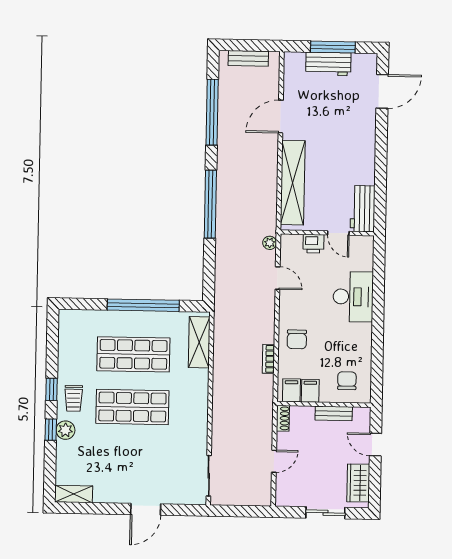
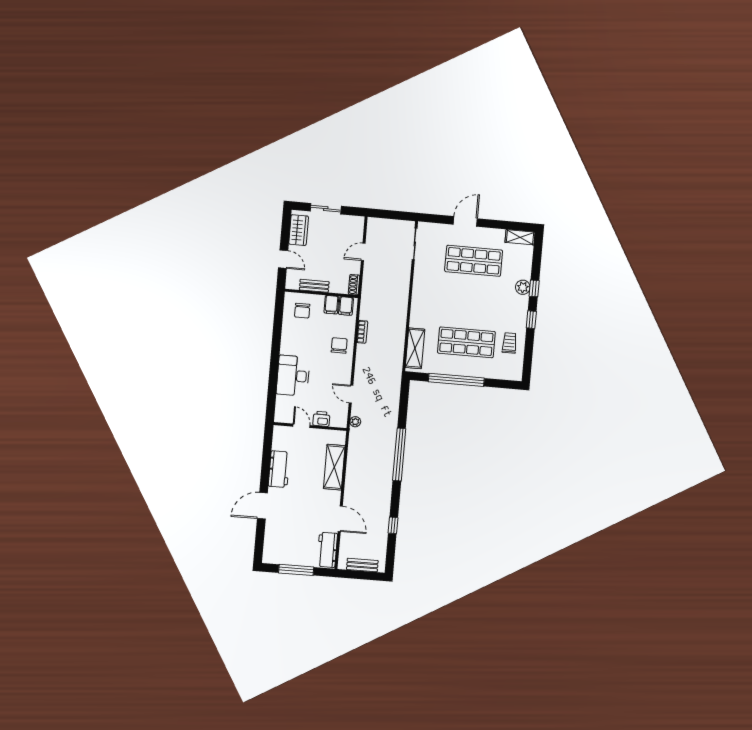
workbench: (328, 64) -> (327, 550), moved, turned -90
door: (382, 91) -> (262, 506), moved
window: (212, 112) -> (393, 525), width x0.32
door: (281, 117) -> (340, 519), hinge flipped
shelving: (293, 183) -> (334, 467), width x0.68
workbench: (363, 209) -> (279, 469), moved
trolley: (74, 398) -> (509, 343), moved
shop shelf: (132, 407) -> (474, 261), moved

